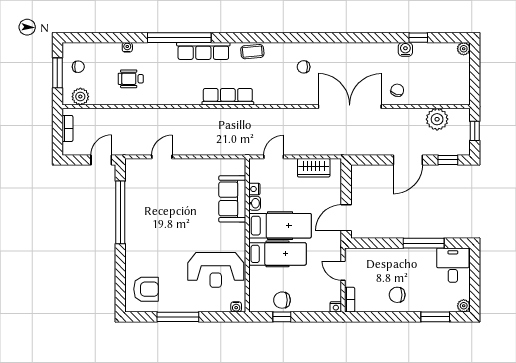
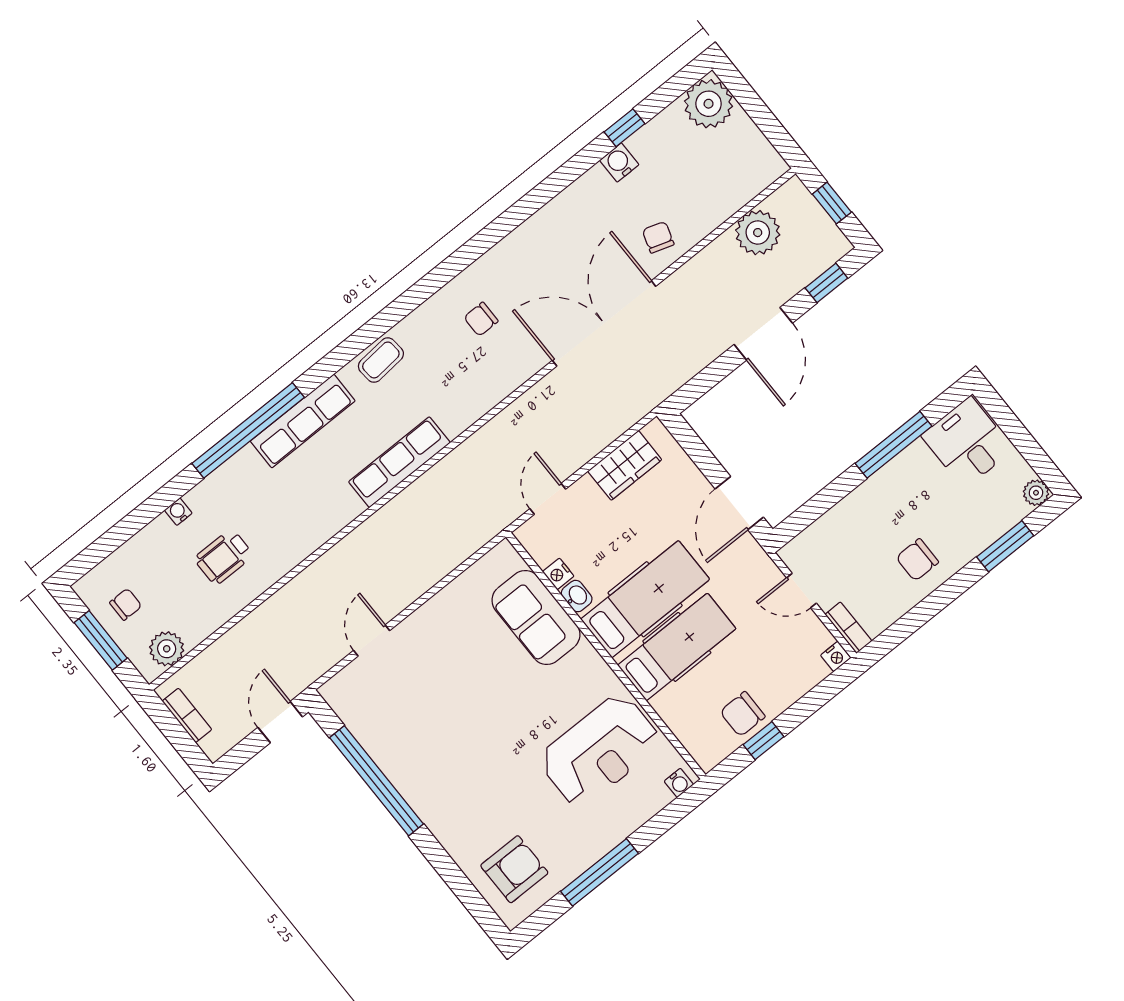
plant: (464, 49) -> (709, 104), width x1.88, depth x1.88

